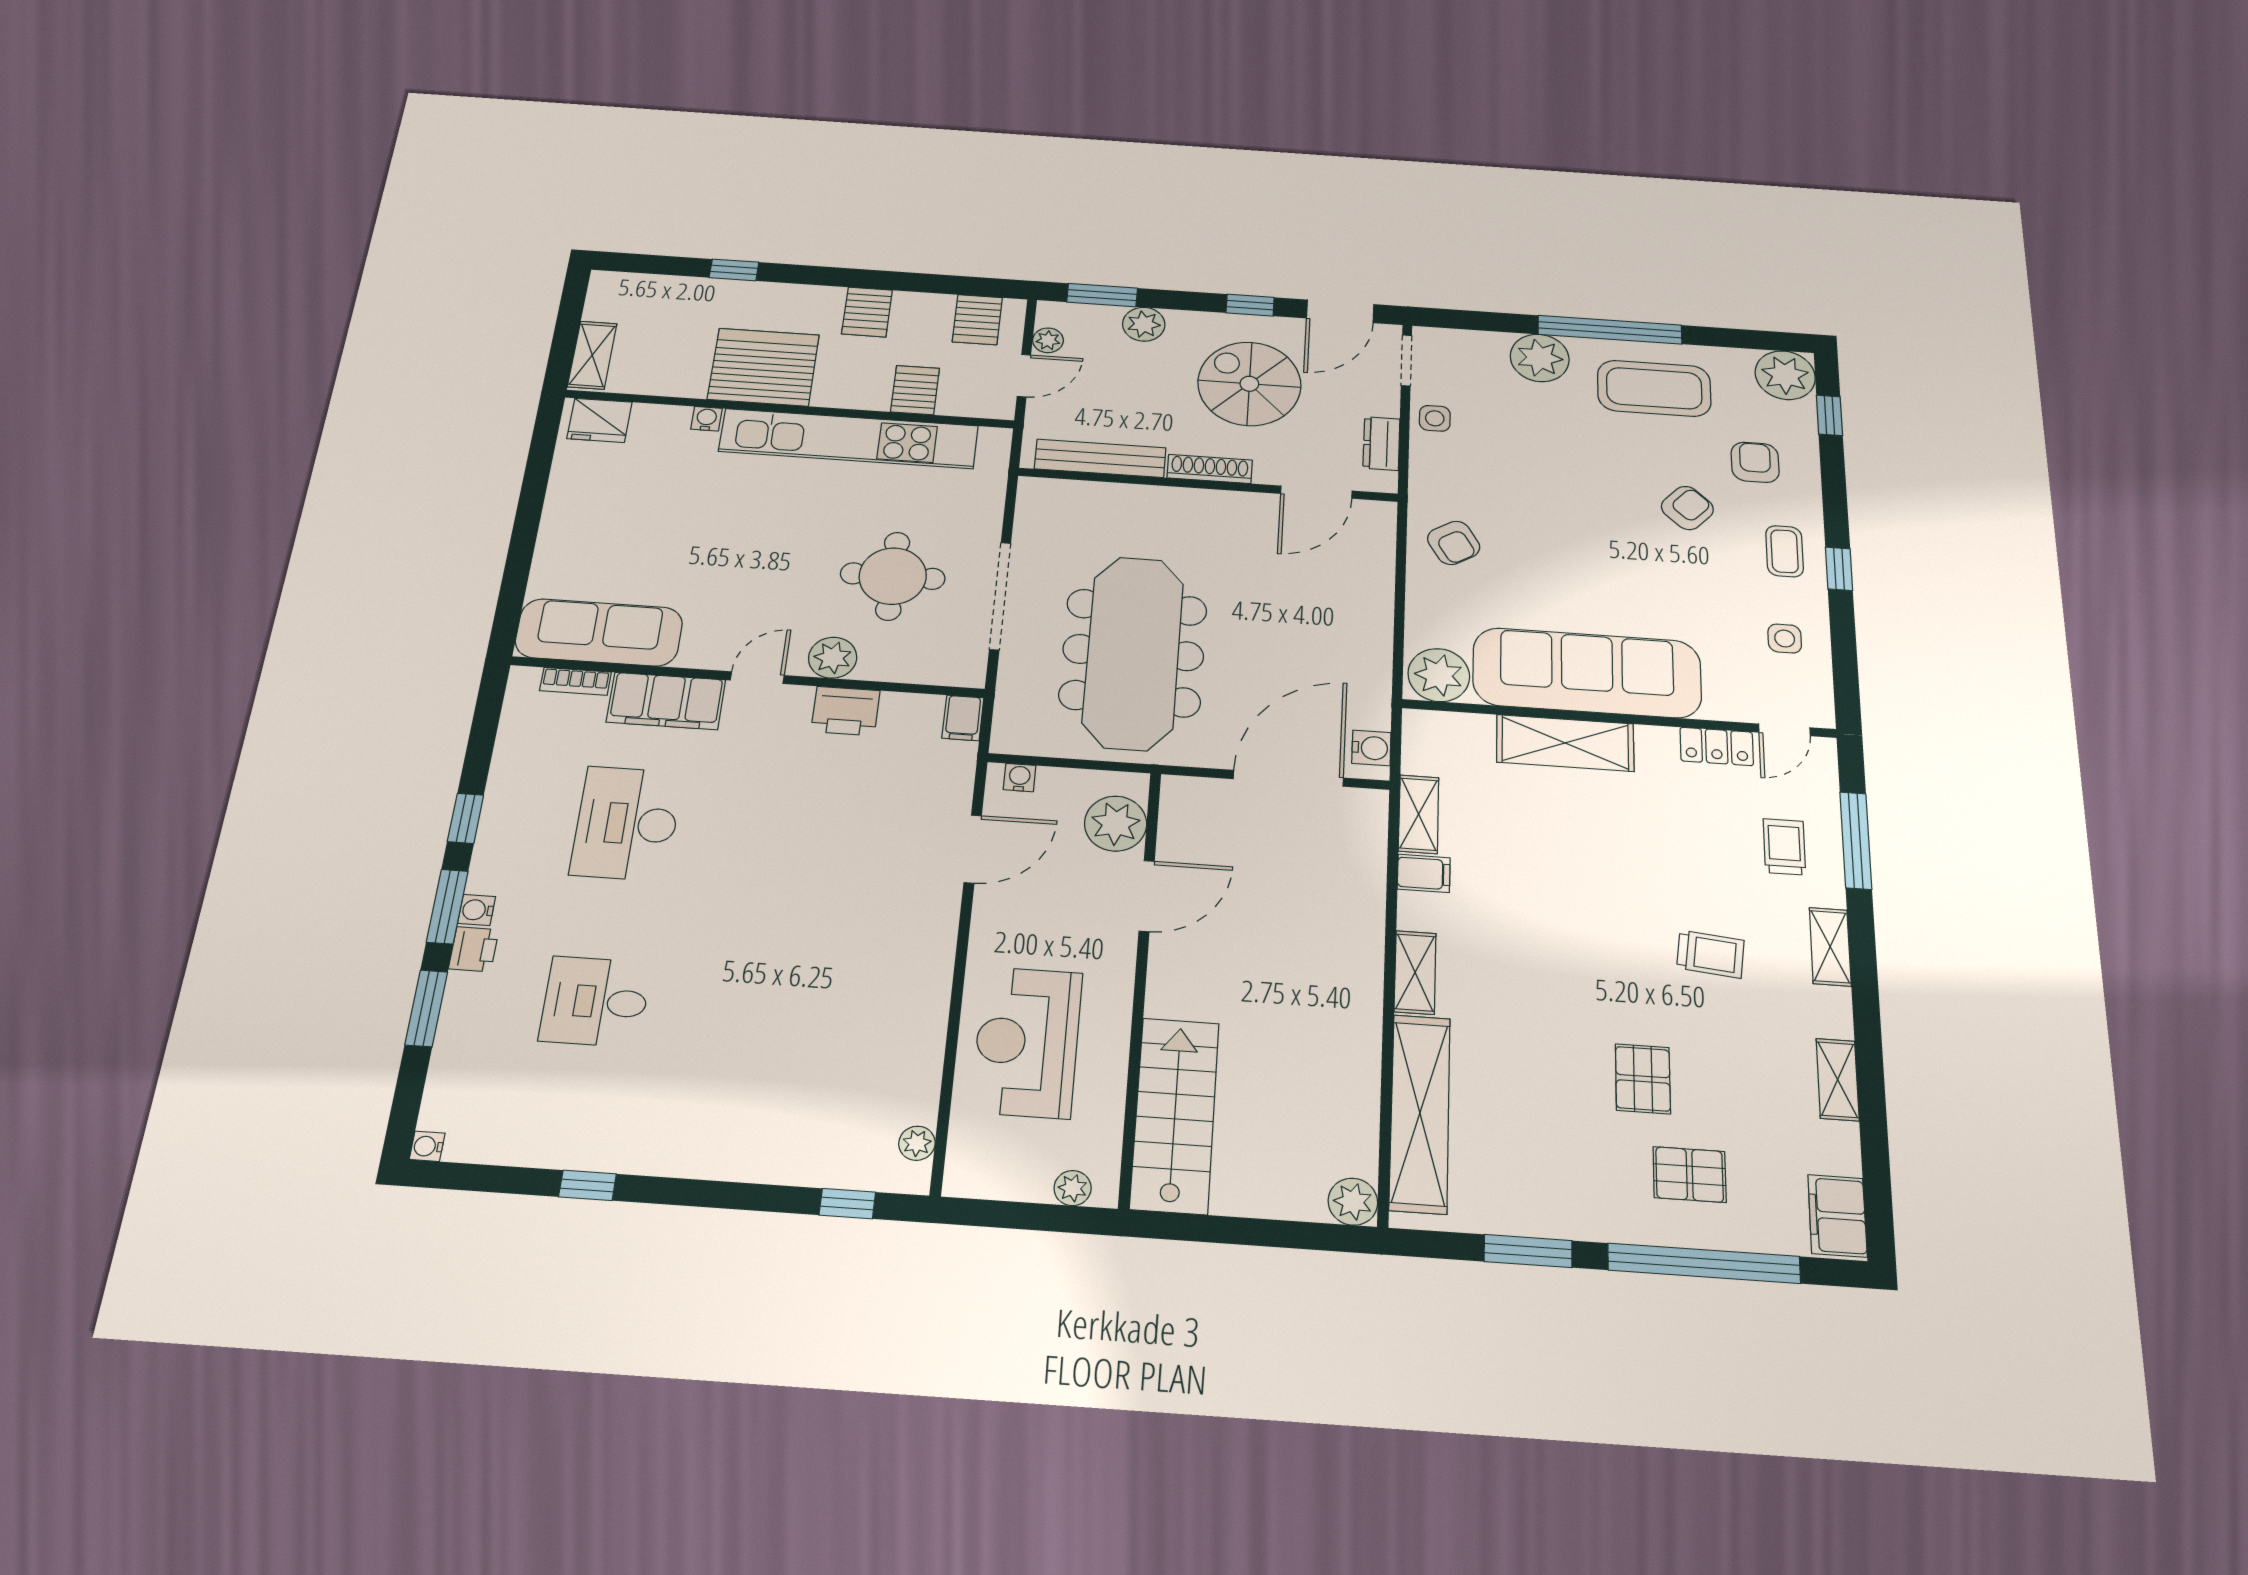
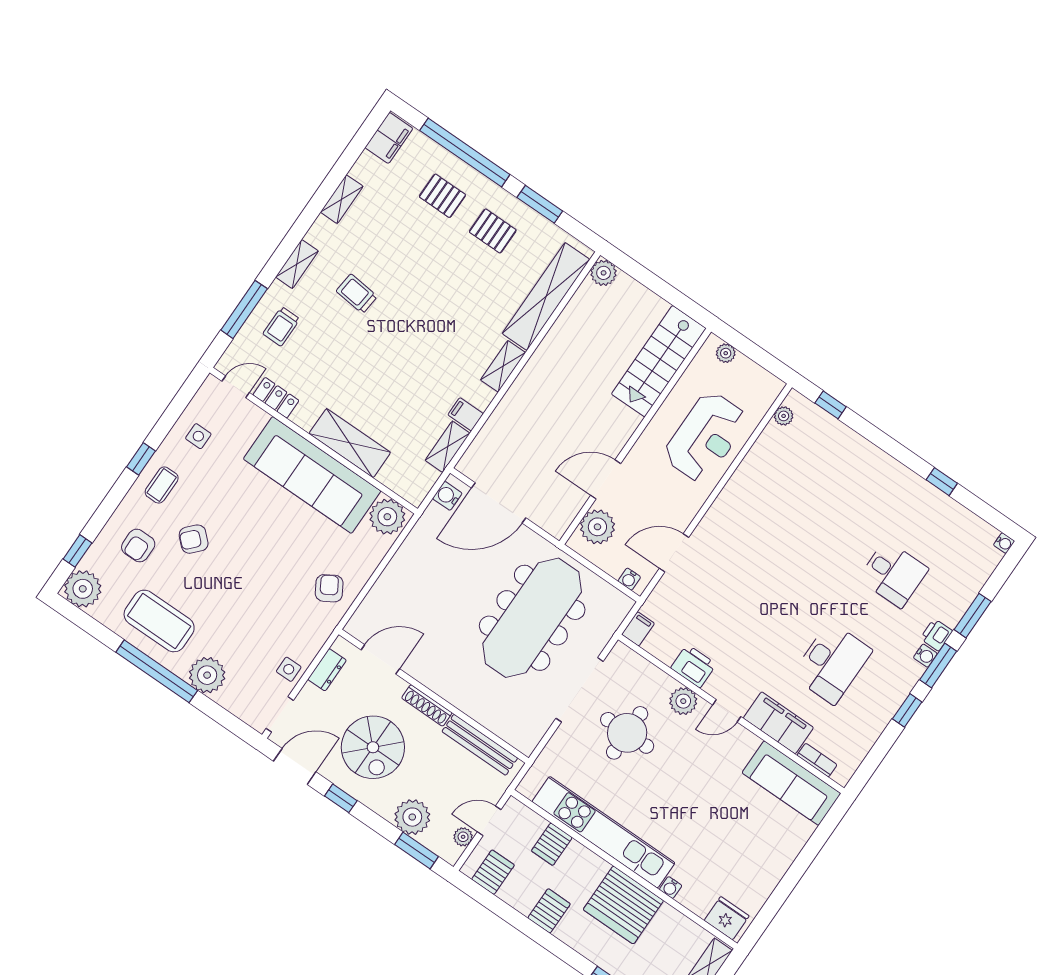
plant: (1144, 324) -> (412, 817), width x1.36, depth x1.36
pallet: (1643, 1079) -> (493, 231), moved, turned 90

